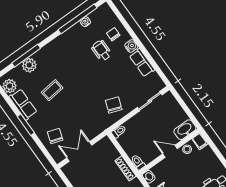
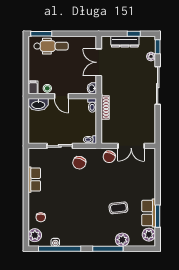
plant: (107, 15) -> (35, 235), added
water cooler: (131, 46) -> (33, 198), removed
wheelchair: (101, 50) -> (59, 211), removed
window: (26, 56) -> (108, 249), moved
sliding door: (150, 101) -> (60, 146), moved
window: (26, 125) -> (158, 216), moved
chair: (55, 136) -> (109, 157), moved

